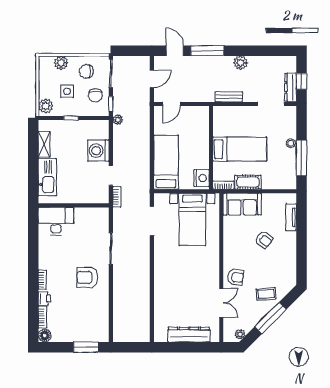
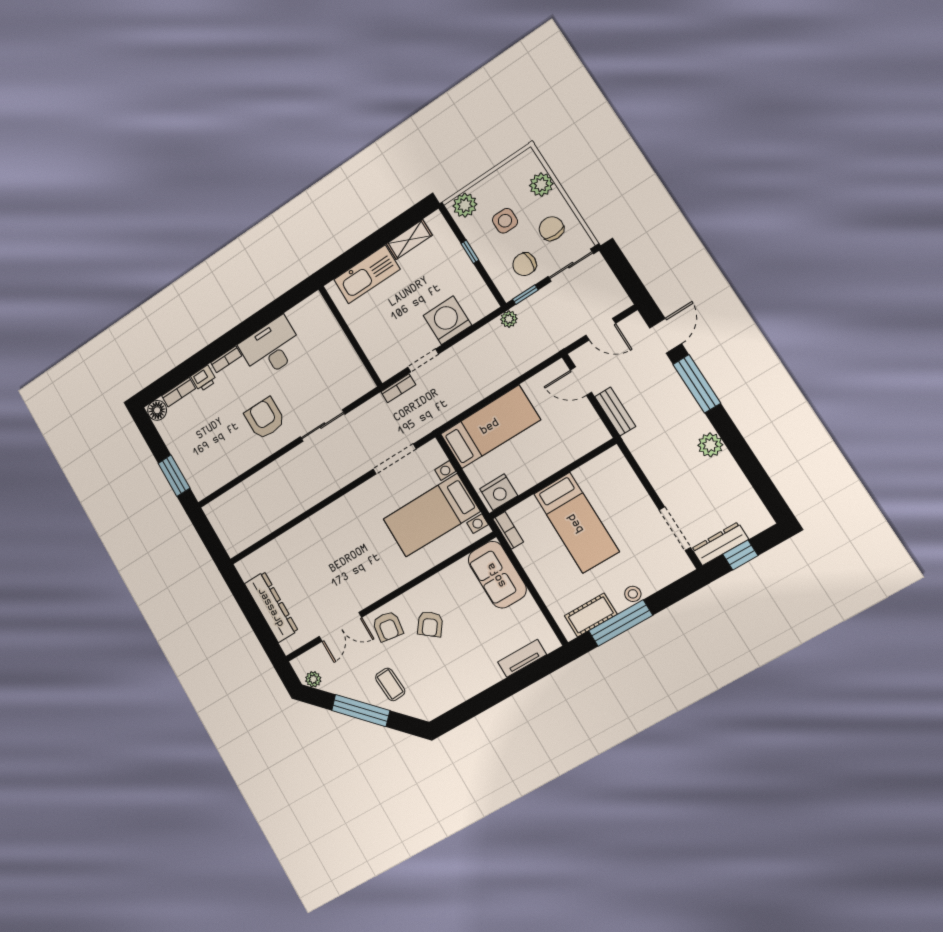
bench: (229, 97) -> (615, 411), moved
cot: (248, 182) -> (591, 615), moved, turned 90
desk: (56, 221) -> (271, 348), moved, turned -90
armchair: (264, 240) -> (430, 624), moved

